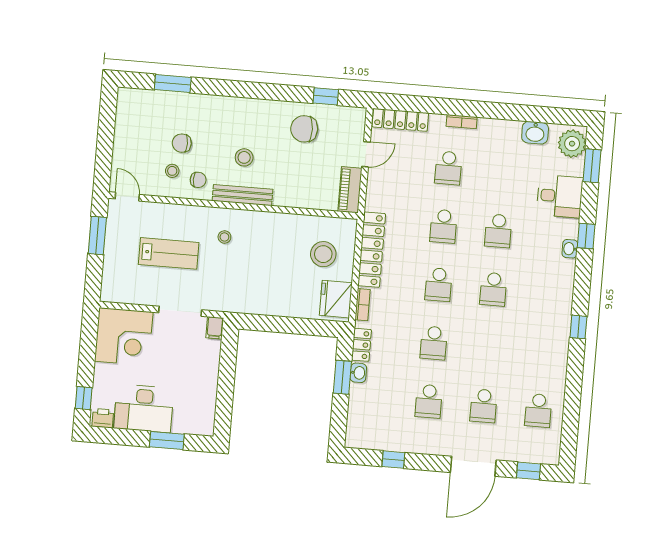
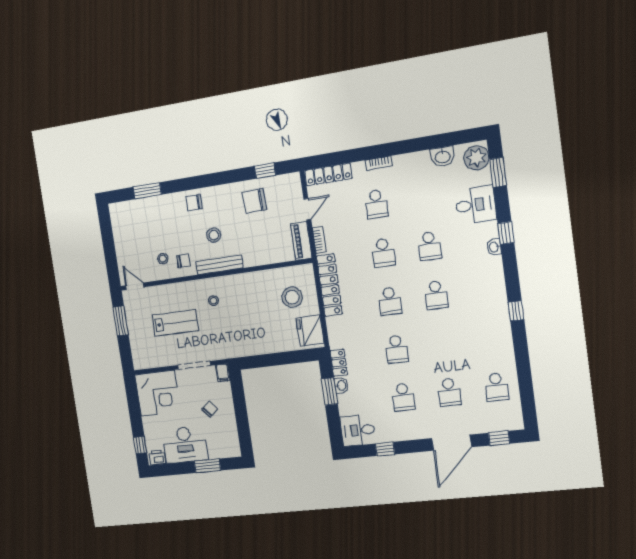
chair: (182, 143) -> (194, 203), moved
bookcase: (363, 305) -> (319, 240), moved
chair: (187, 370) -> (210, 409), added
desk: (366, 431) -> (358, 430), added

